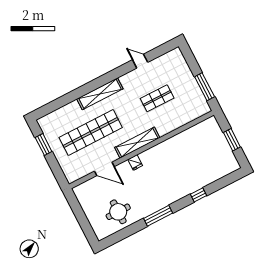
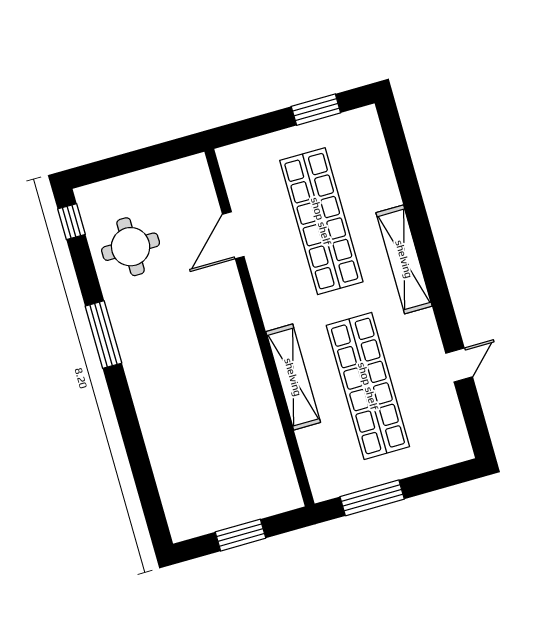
shop shelf: (157, 98) -> (368, 386), width x2.00, depth x1.36
shelving: (137, 143) -> (293, 377), moved
fridge: (135, 162) -> (234, 307), removed
window: (198, 195) -> (71, 222), moved

